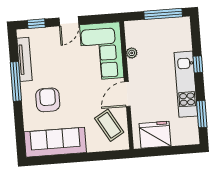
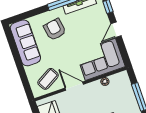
door: (69, 21) -> (116, 30), hinge flipped
armchair: (48, 100) -> (55, 29), turned -99

